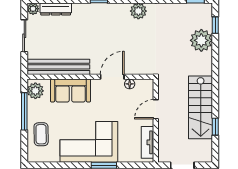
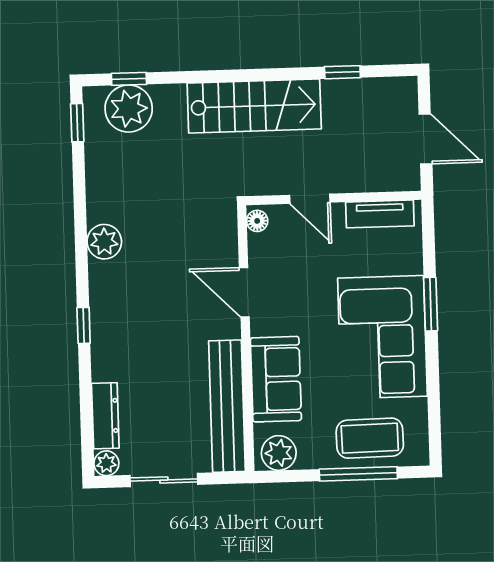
plant: (201, 40) -> (129, 109), moved
floor lamp: (130, 84) -> (257, 221), moved
stairs: (201, 107) -> (254, 106), moved
window: (24, 111) -> (358, 474), moved
coffee table: (41, 134) -> (370, 438), width x1.36, depth x1.30

